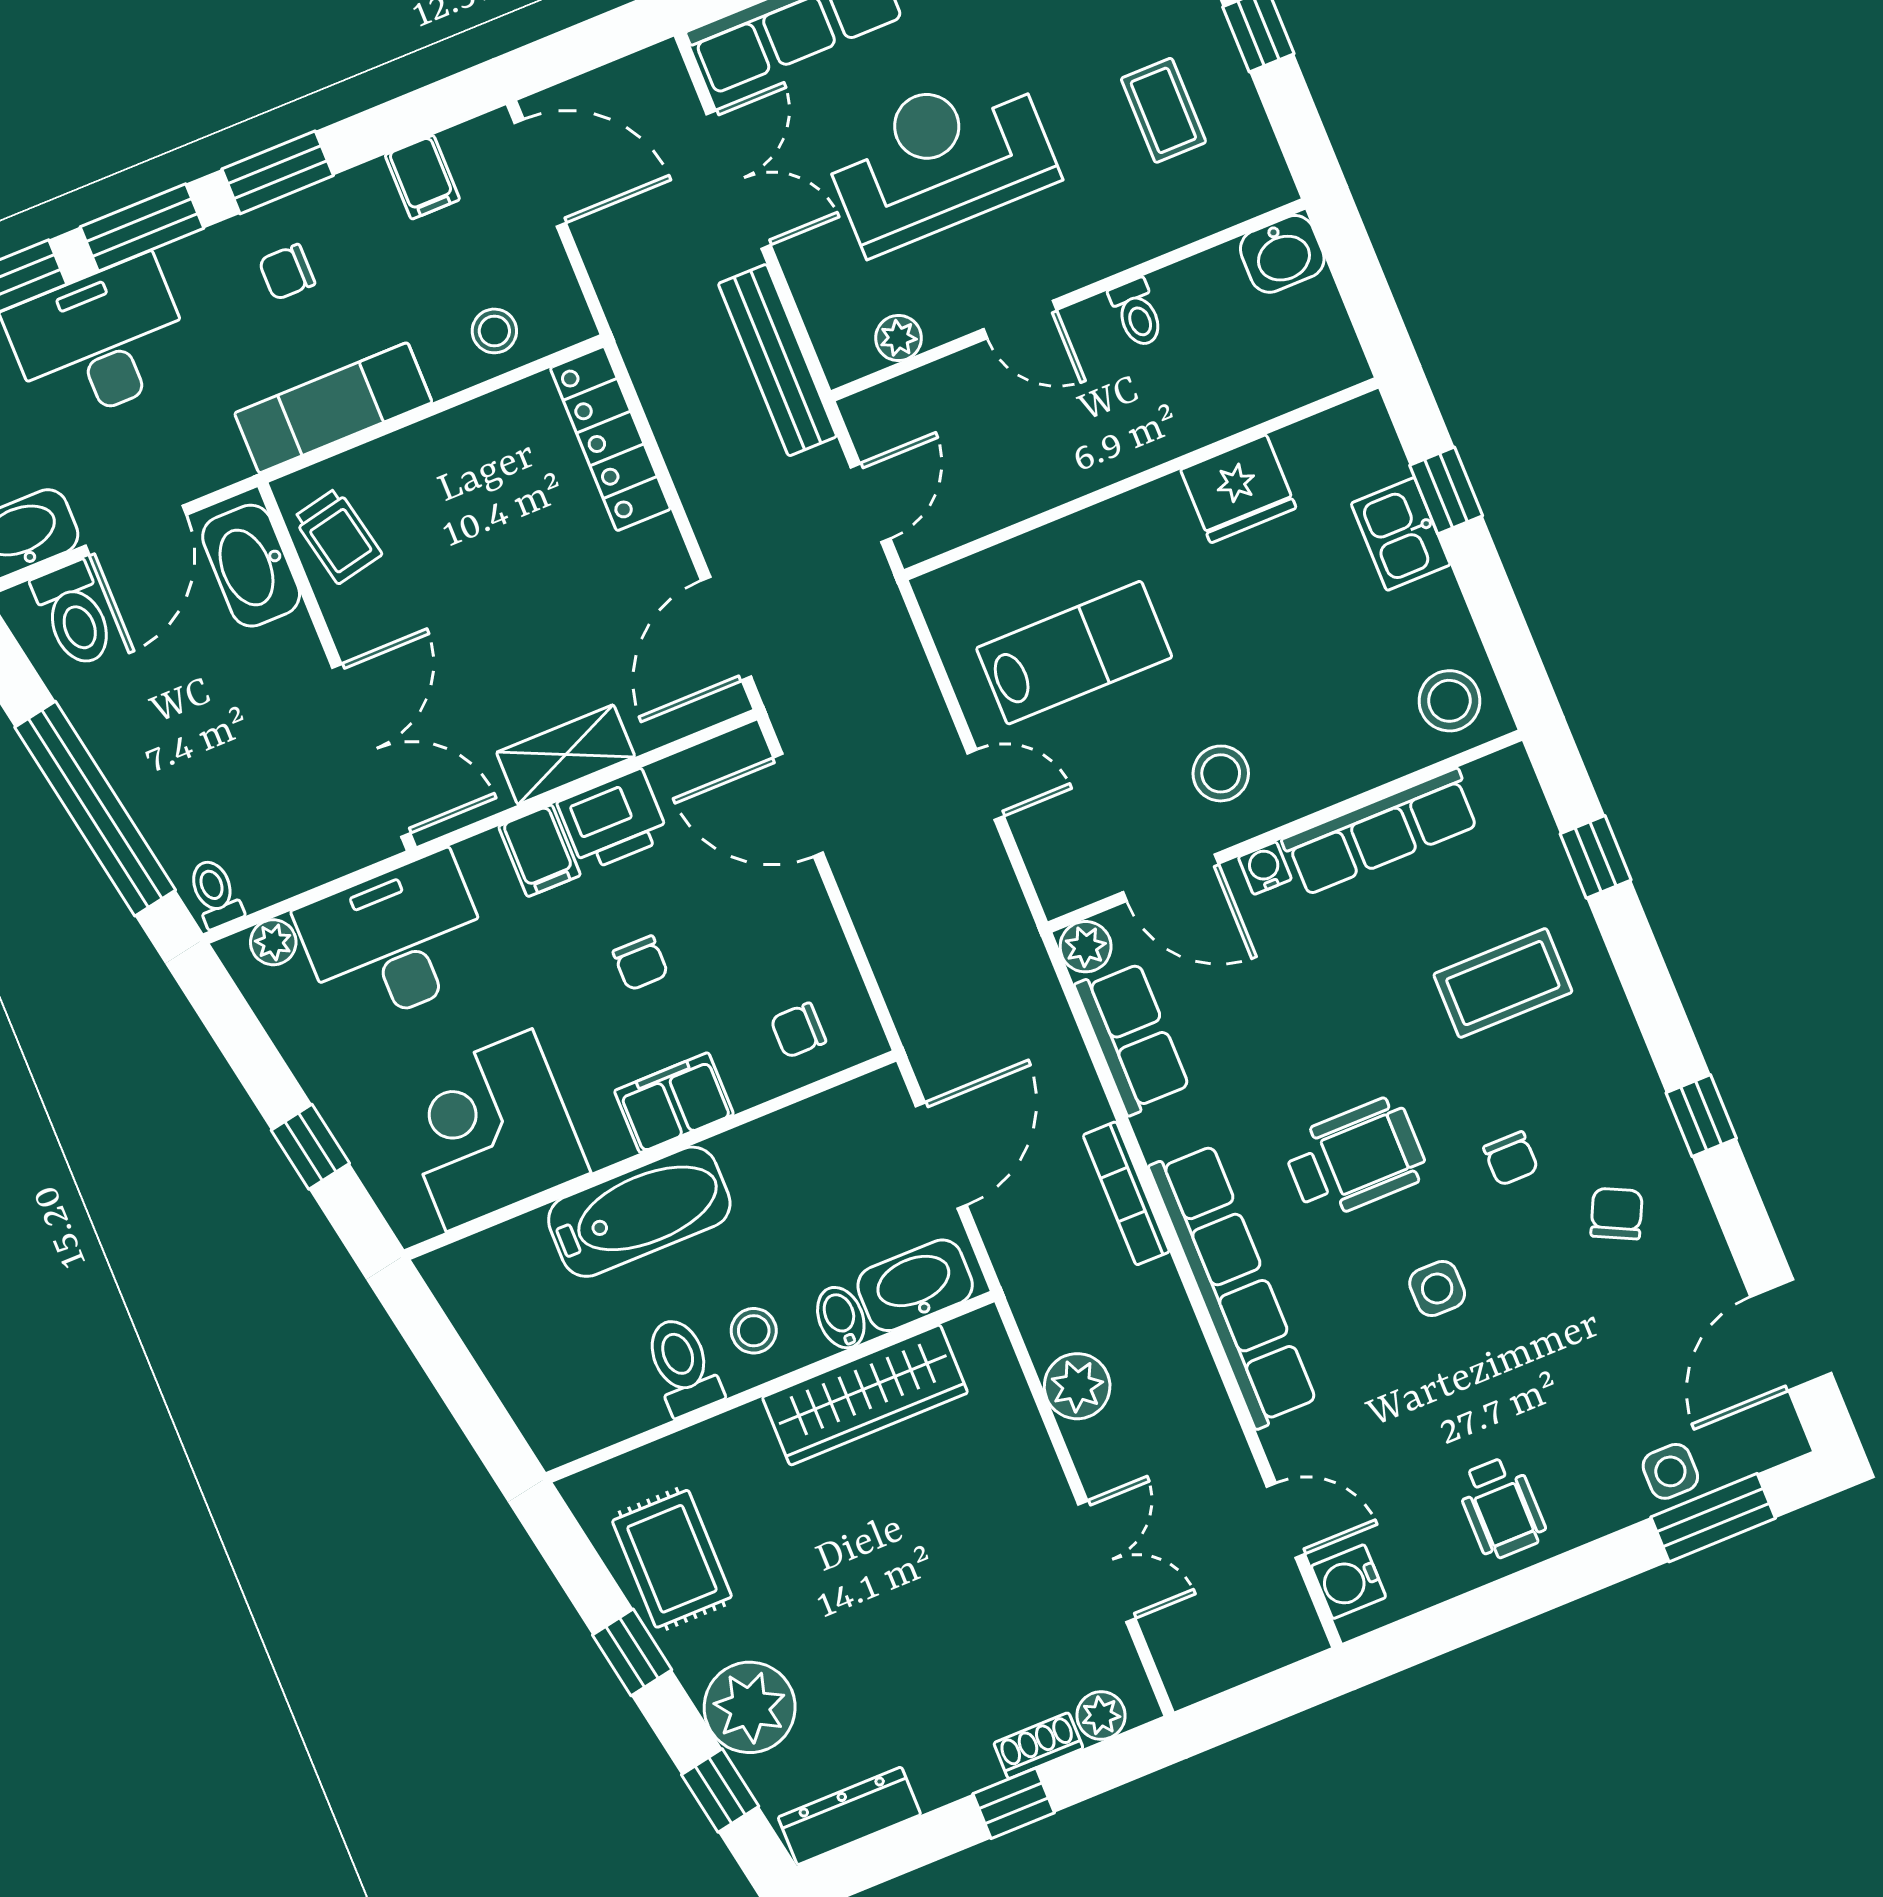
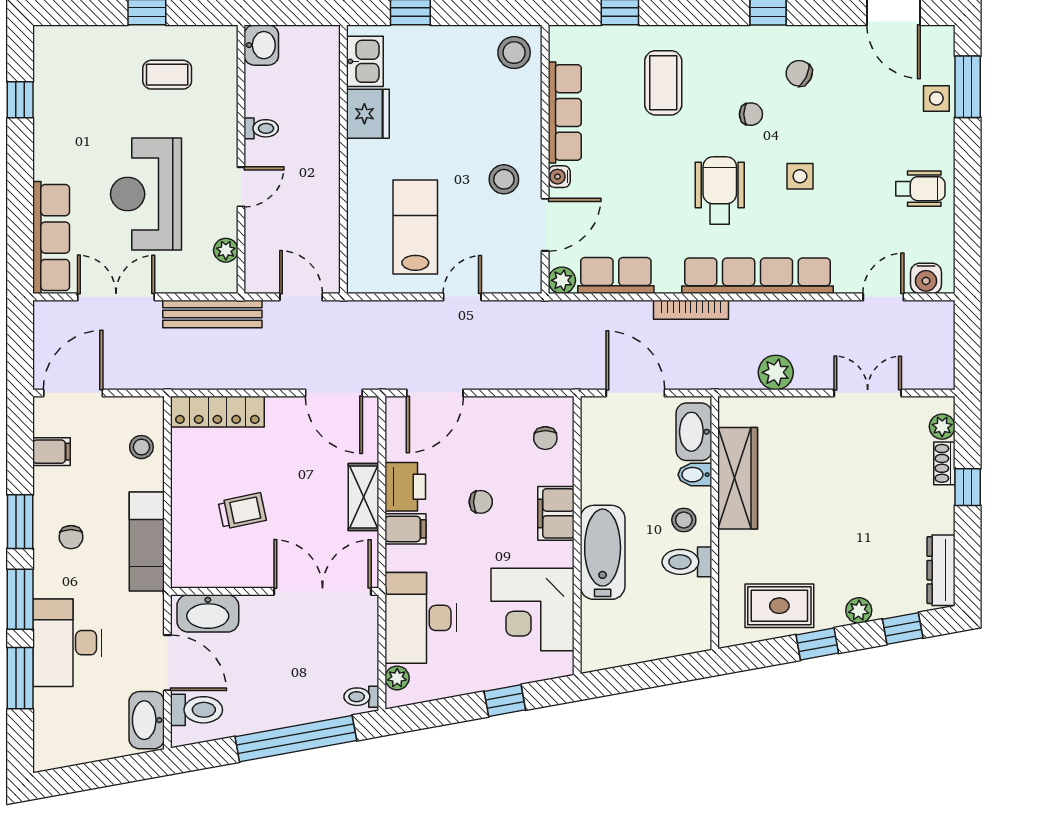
kitchen sink: (1401, 534) -> (365, 61), moved, turned -90
trolley: (338, 536) -> (242, 511), moved
plant: (750, 1707) -> (859, 610), width x0.53, depth x0.53

